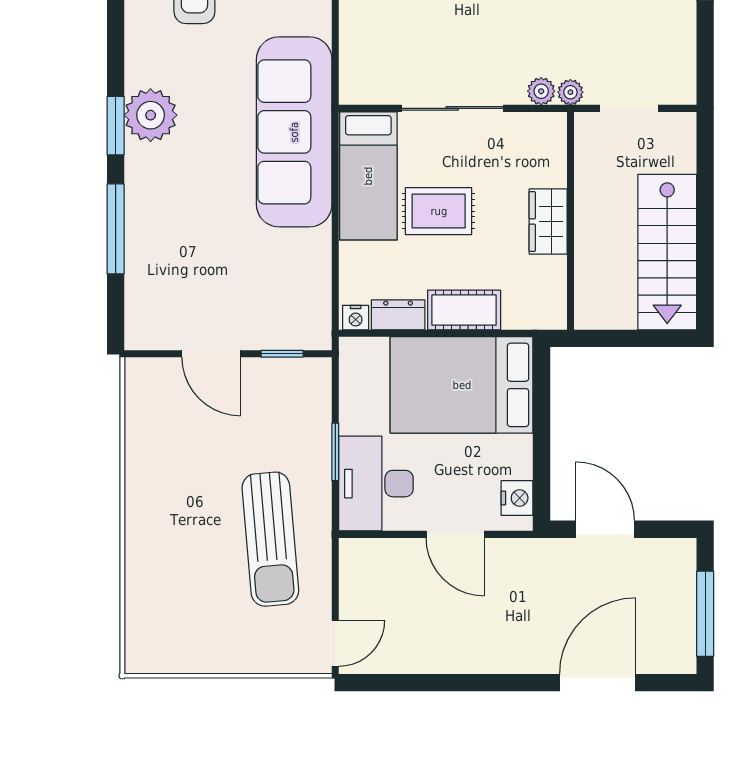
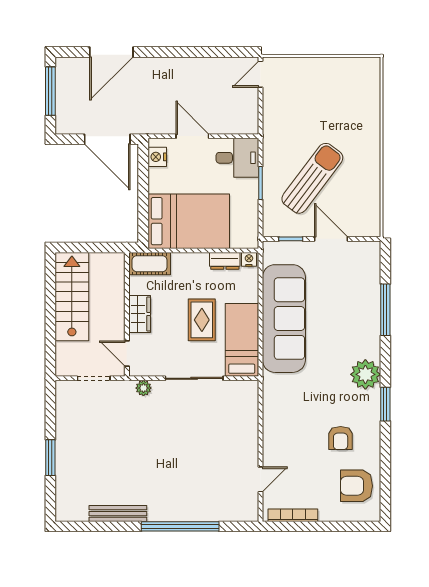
plant: (570, 92) -> (127, 387), removed
window: (116, 126) -> (385, 404), moved
sofa: (294, 132) -> (284, 319), moved
door: (570, 152) -> (127, 354), added
rug: (439, 211) -> (202, 320), turned 90
cot: (464, 310) -> (150, 264), moved
desk: (376, 484) -> (237, 158), width x0.73
door: (605, 529) -> (107, 139), width x1.36
sun lounger: (270, 539) -> (312, 178), moved, turned 42

